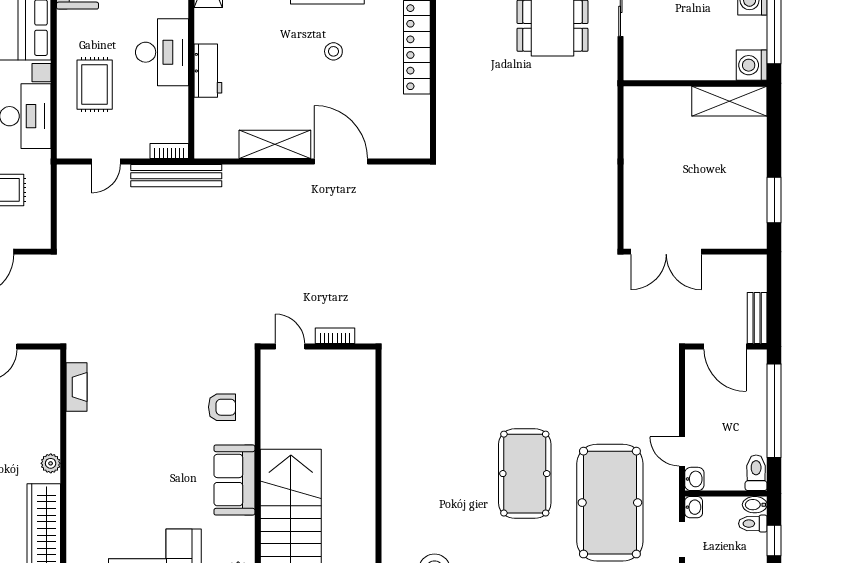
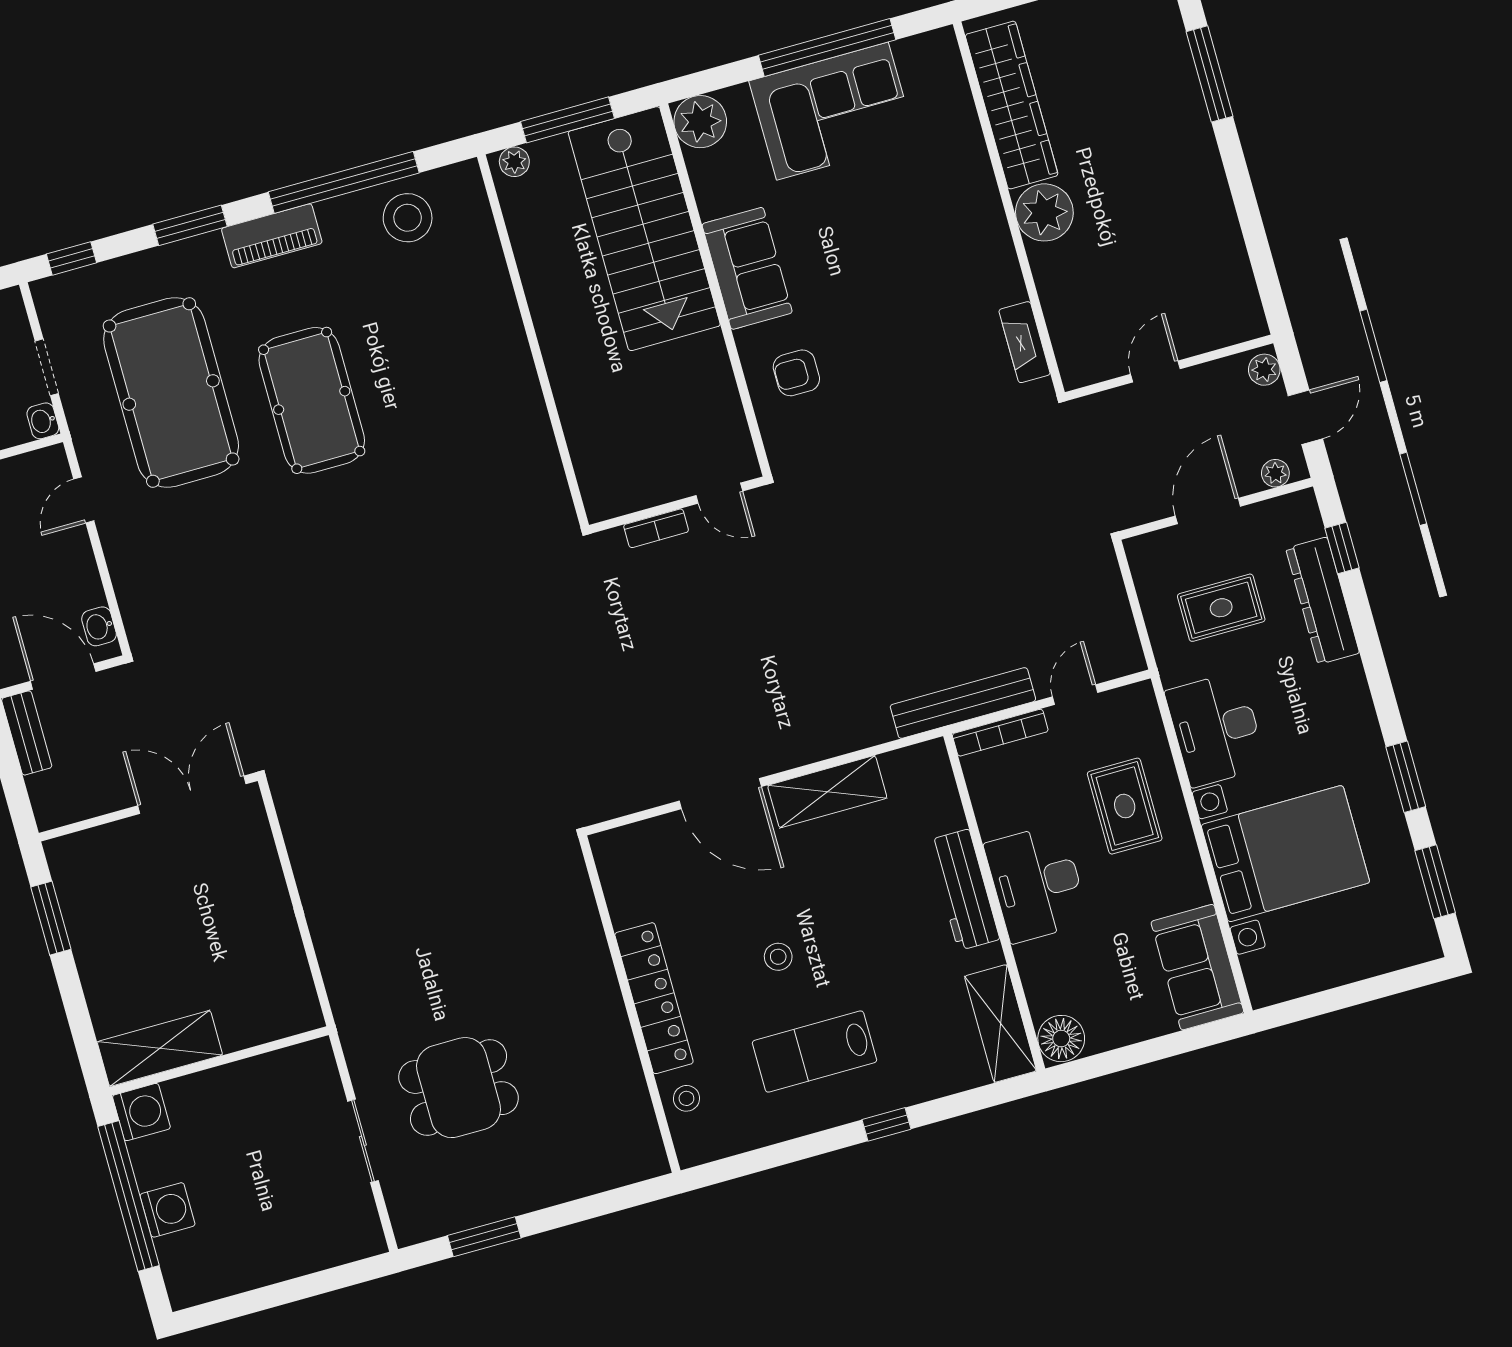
workbench: (208, 71) -> (964, 890), width x1.38
bookcase: (169, 151) -> (1000, 733), width x1.56
door: (682, 451) -> (84, 500), swing flipped
plant: (51, 463) -> (1044, 212), width x1.88, depth x1.88
washbasin: (694, 479) -> (99, 626), moved

